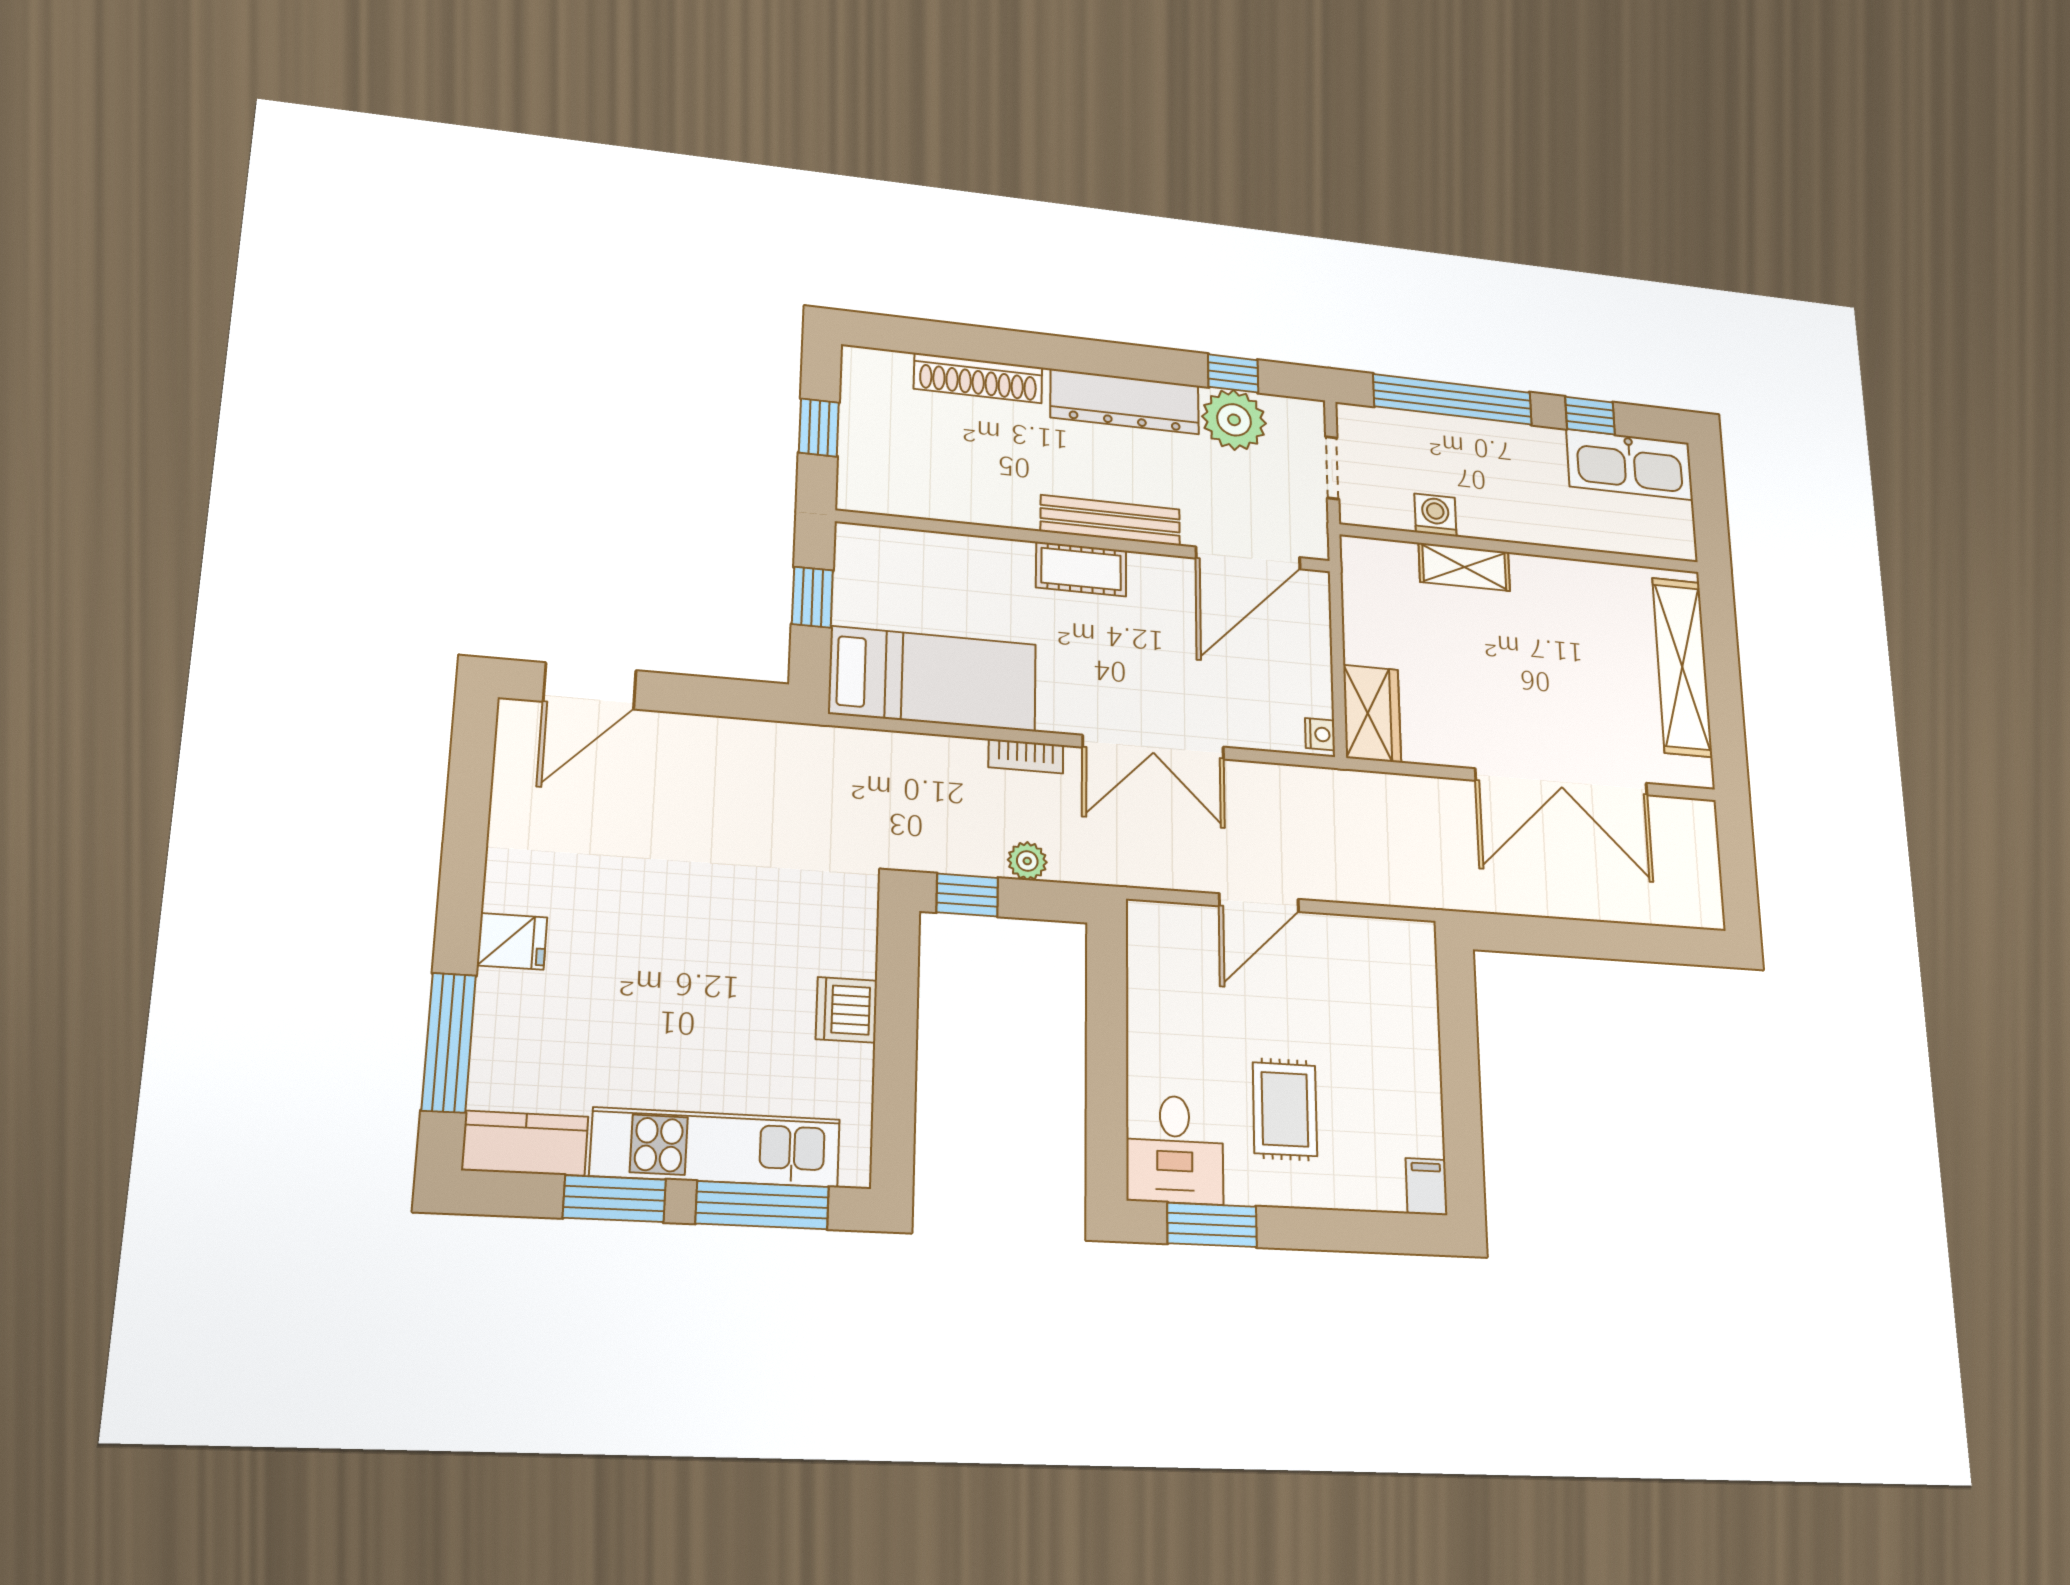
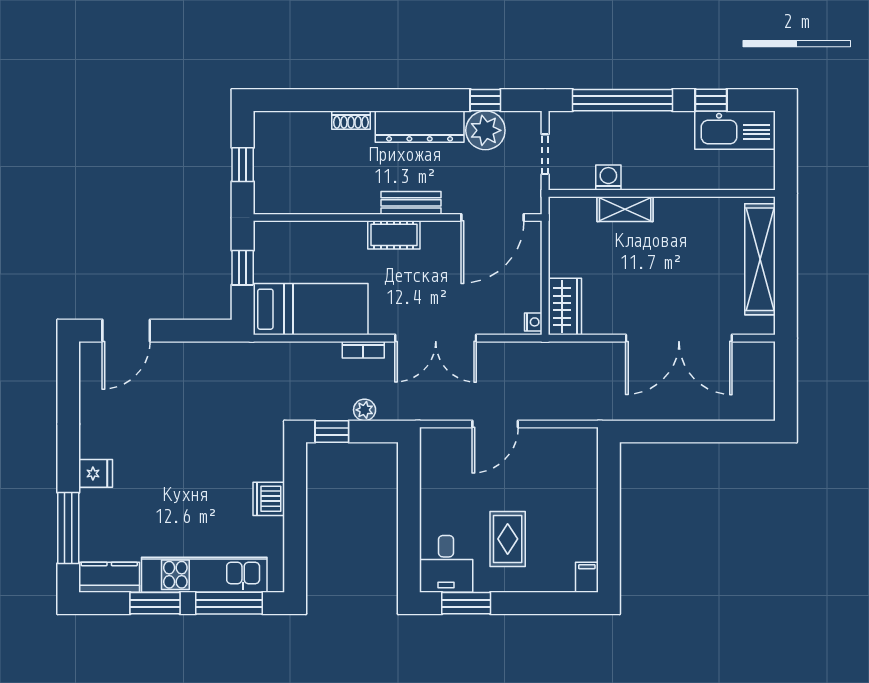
shoe rack: (978, 378) -> (351, 120), width x0.51, depth x0.81
bench: (1110, 520) -> (411, 203), width x0.73

